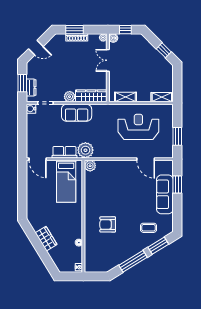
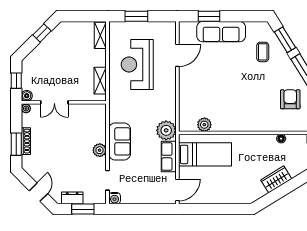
dresser: (31, 88) -> (72, 198), moved
wardrobe: (91, 96) -> (99, 123), removed
window: (177, 136) -> (136, 16), moved
plant: (90, 166) -> (204, 125), moved
armchair: (108, 224) -> (290, 99), moved, turned 180

